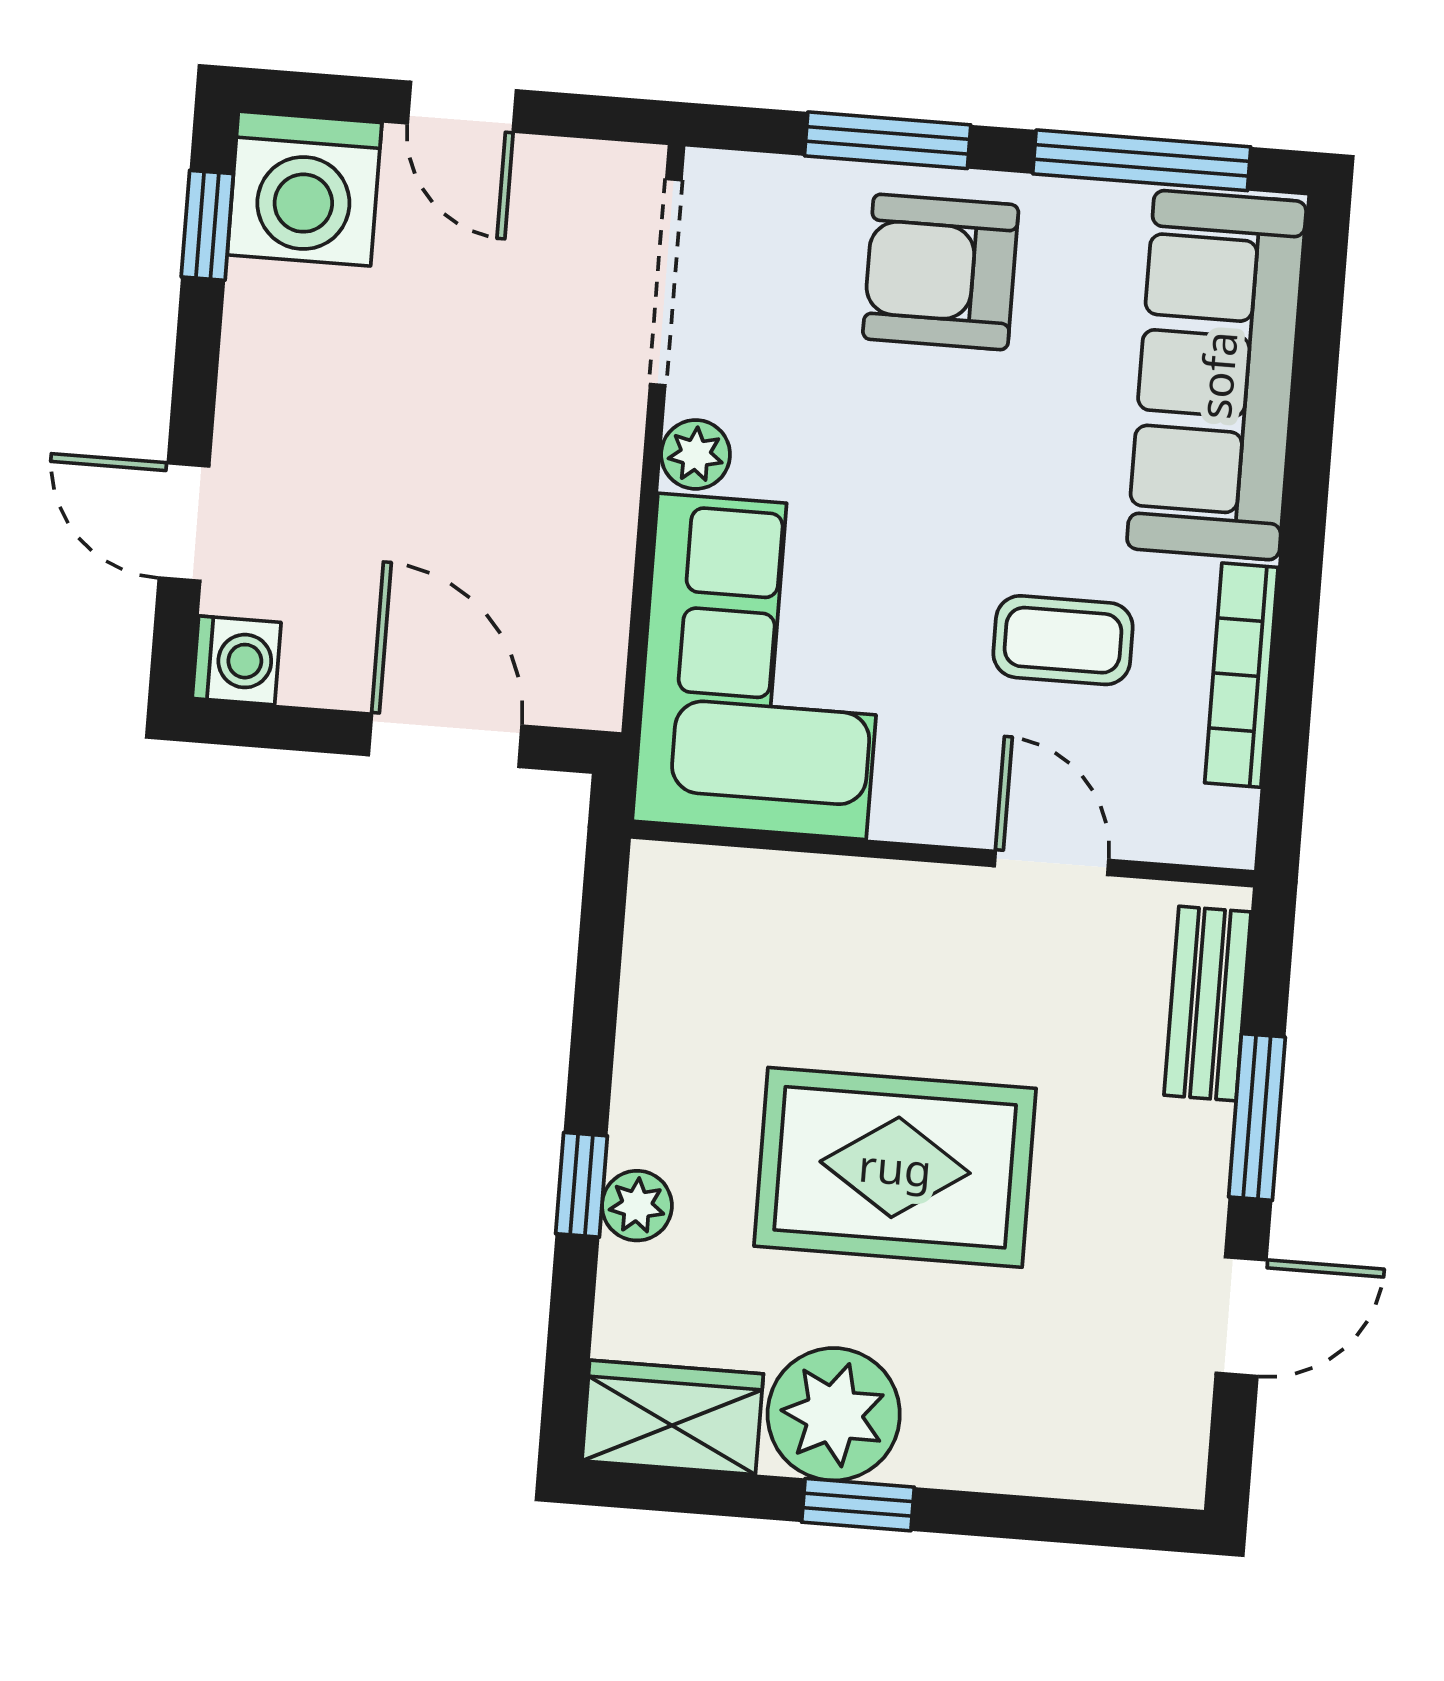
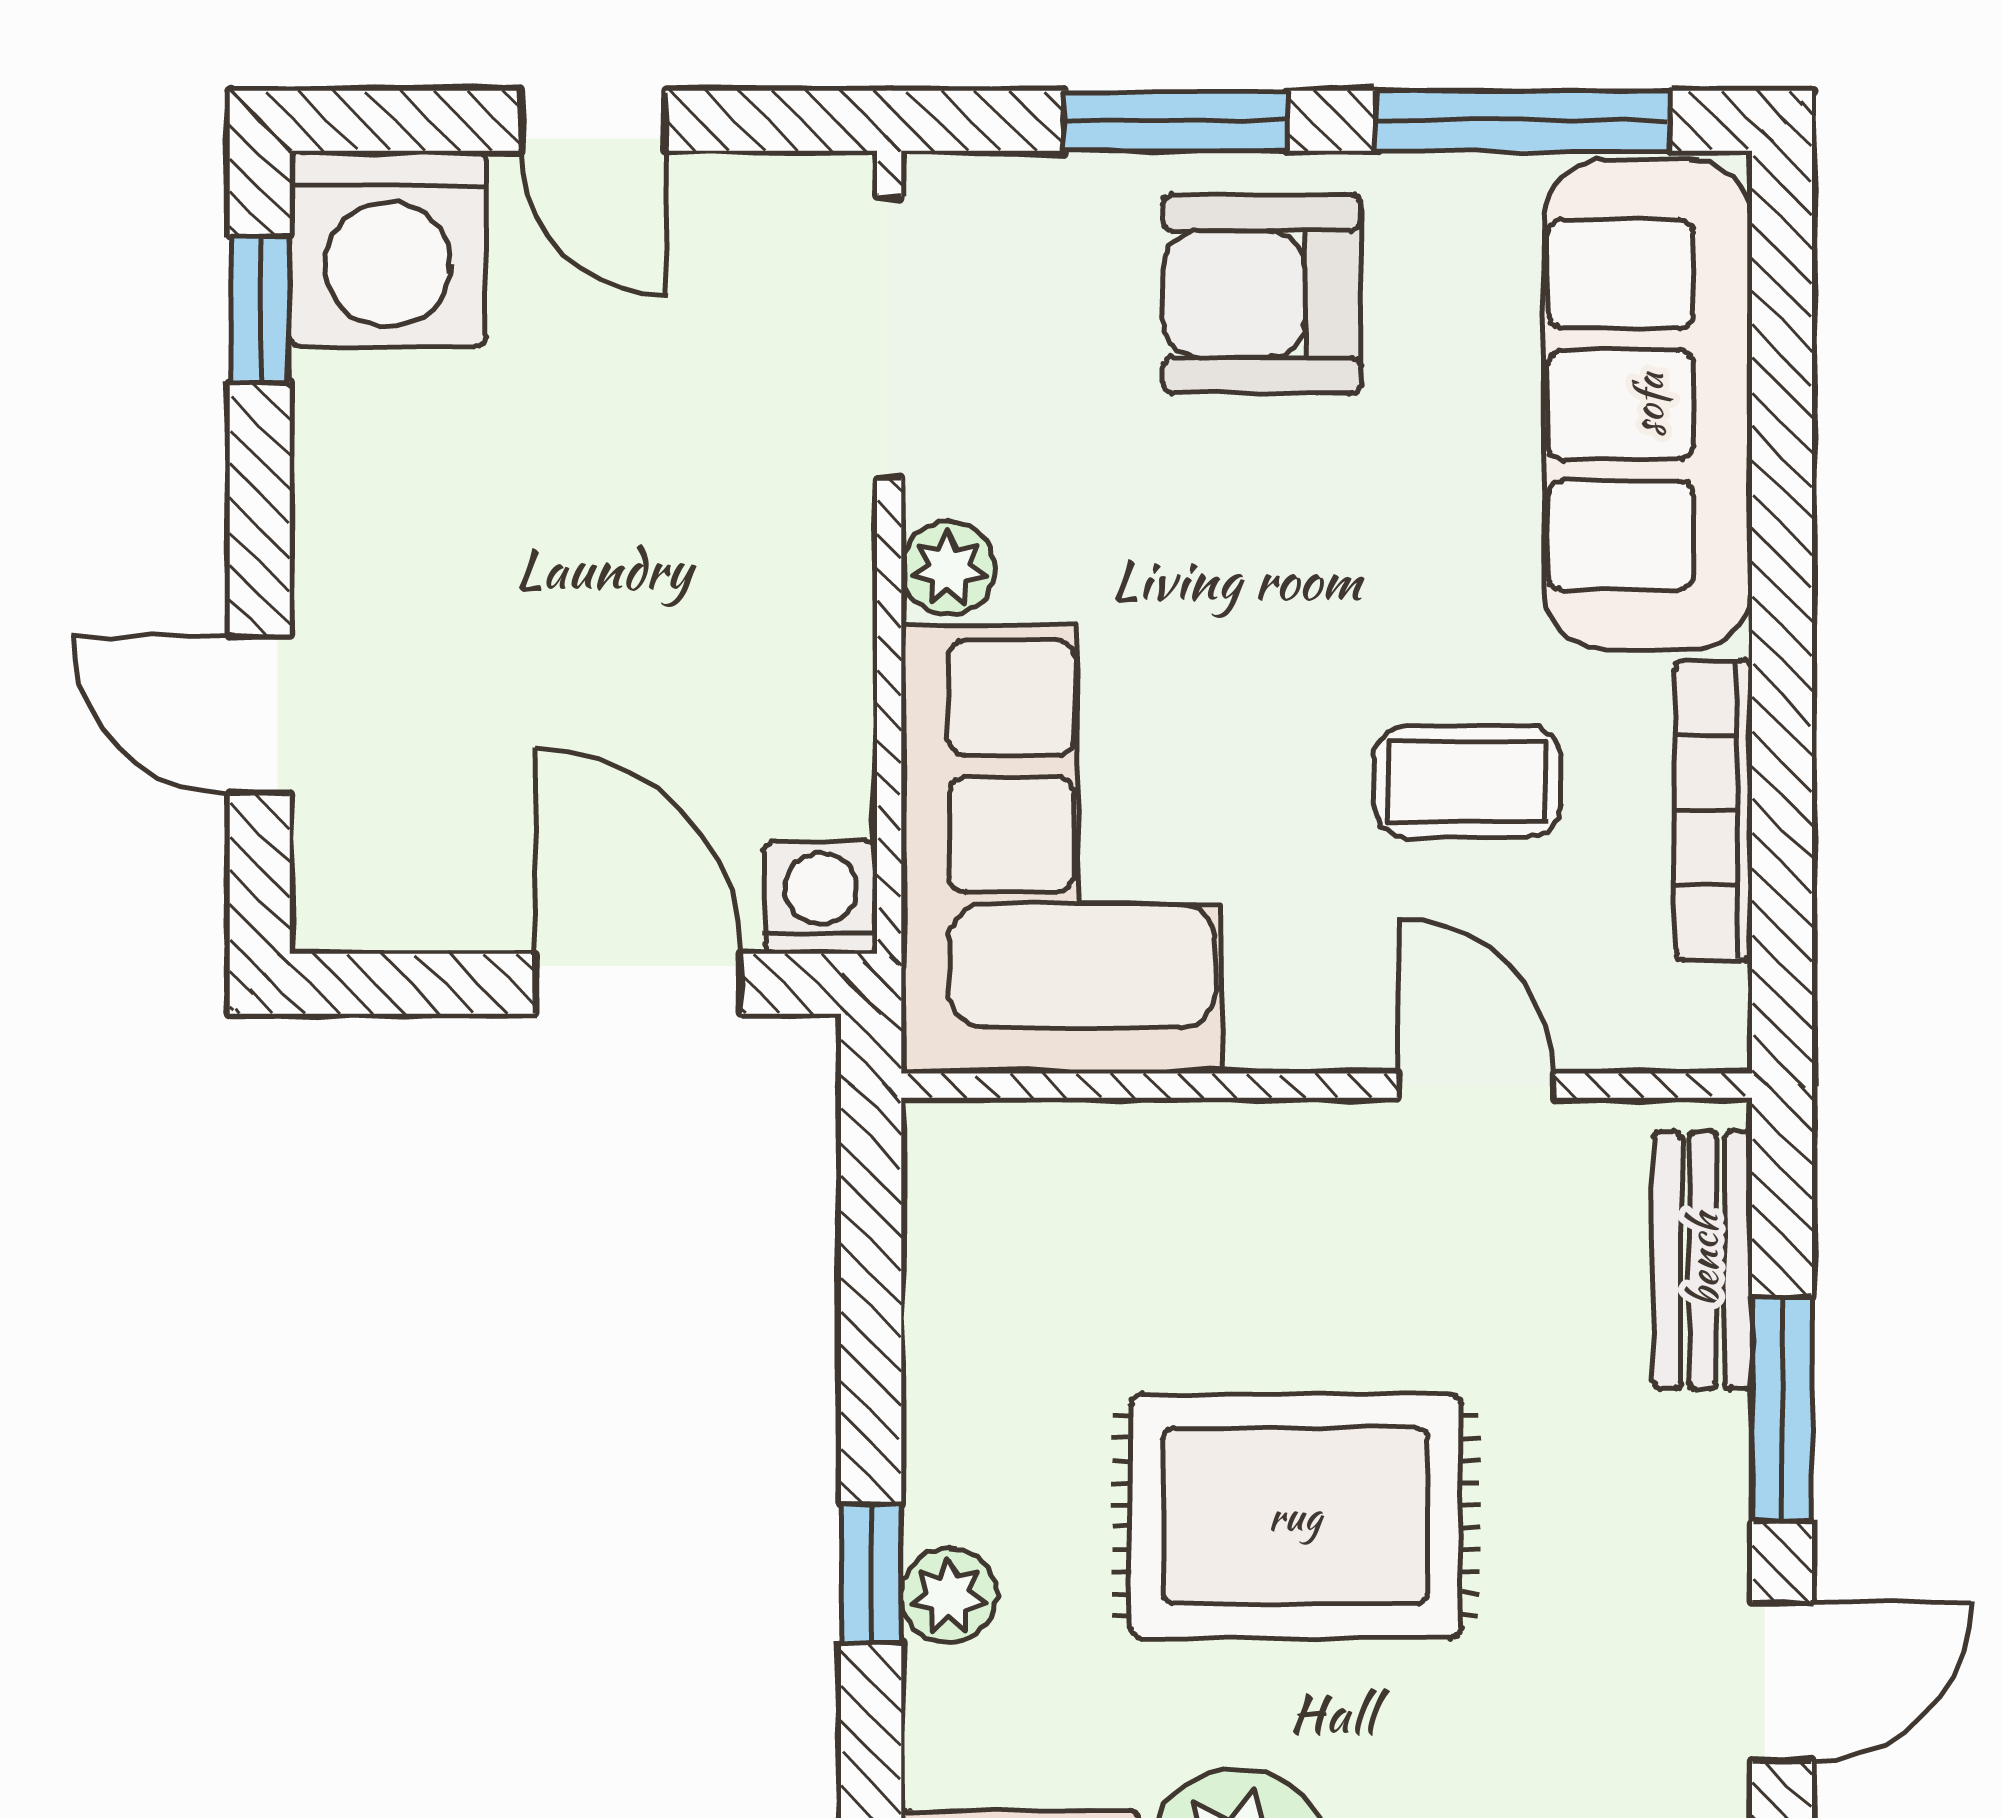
washing machine: (237, 660) -> (821, 897), moved, turned -90

